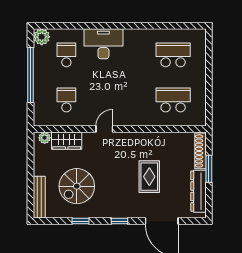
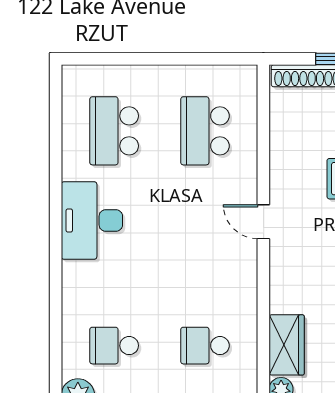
desk: (103, 44) -> (92, 220), moved
door: (104, 129) -> (263, 222), moved

